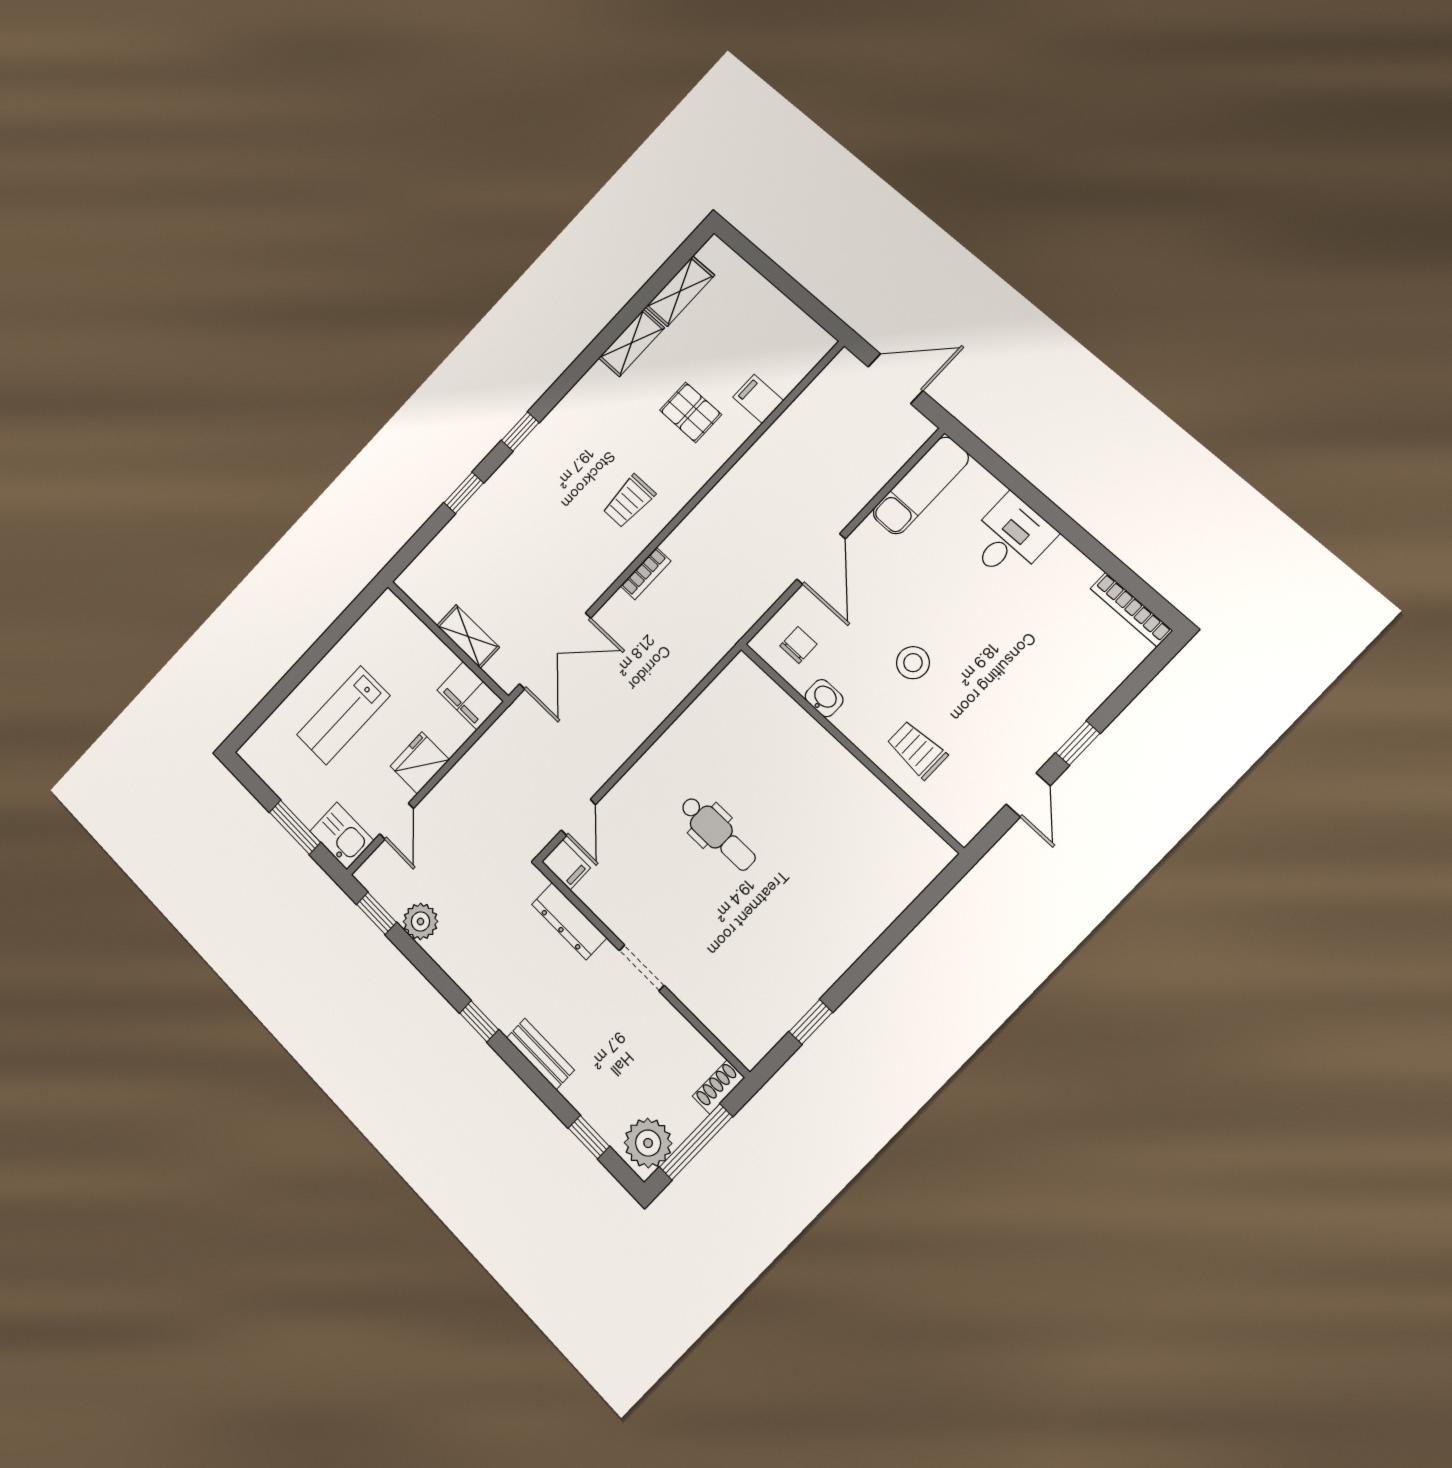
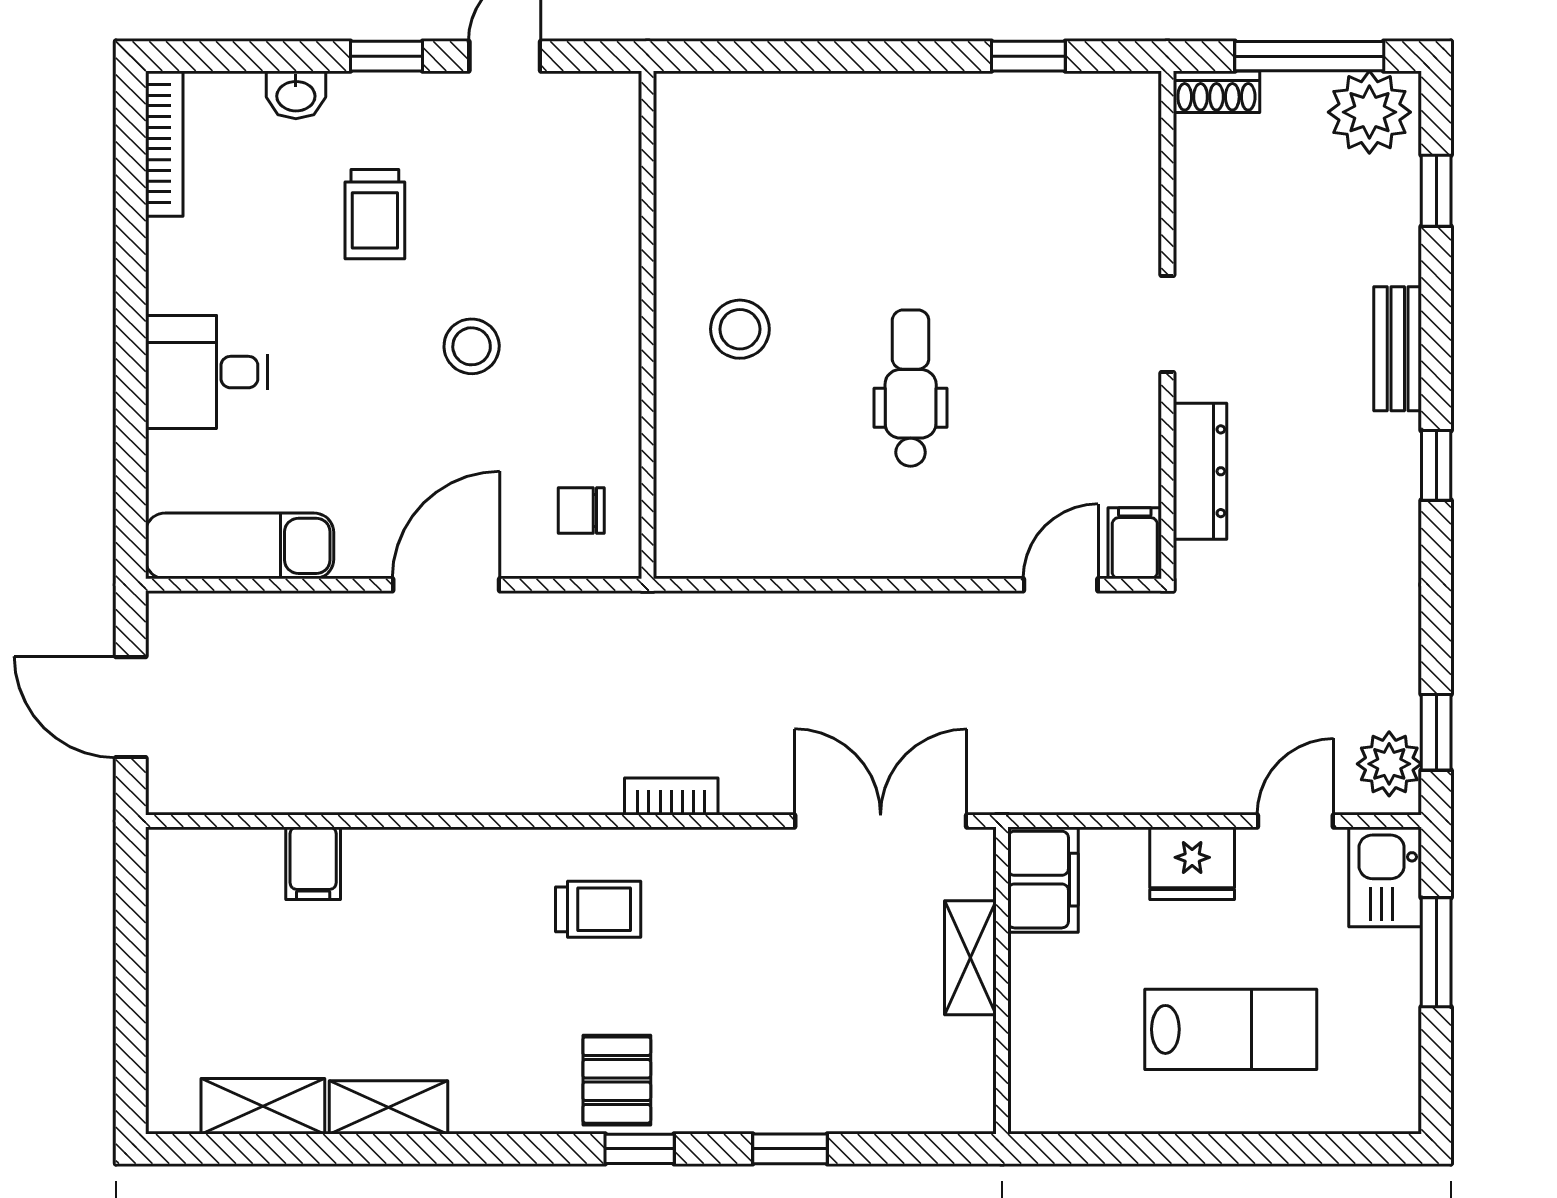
pallet: (691, 412) -> (617, 1080), moved
washbasin: (824, 698) -> (296, 95), moved, turned -90
trolley: (917, 750) -> (375, 214), moved
stool: (811, 785) -> (740, 329), added
plant: (421, 921) -> (1389, 764), moved

